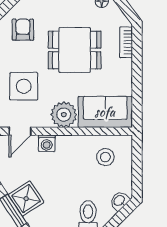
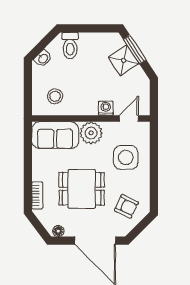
armchair: (23, 30) -> (126, 206), turned -64

